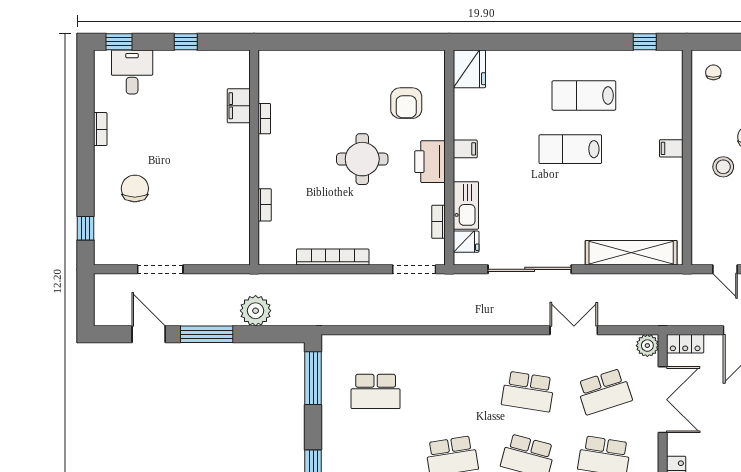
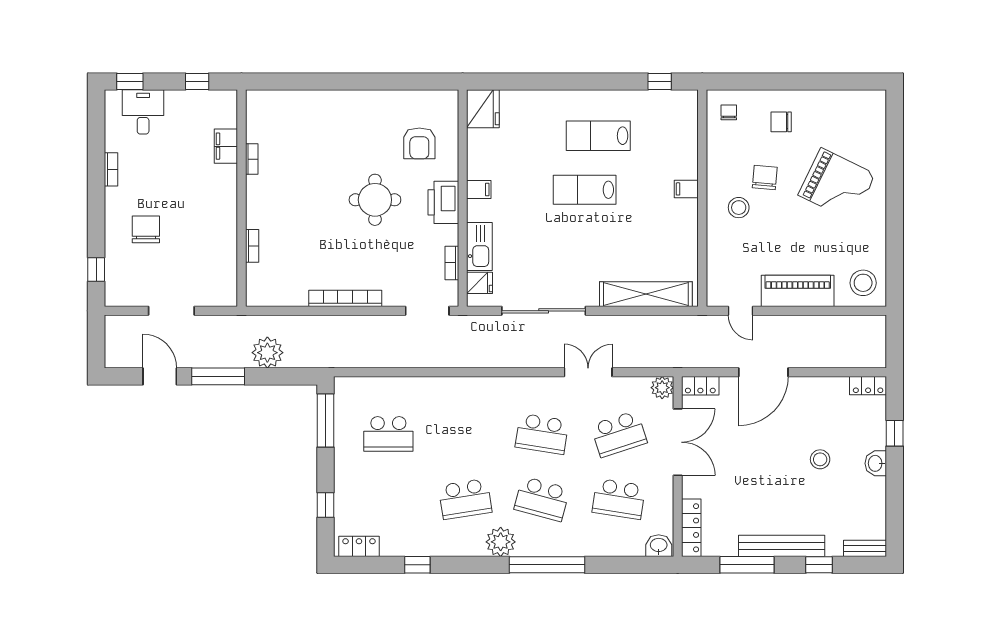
filing cabinet: (239, 106) -> (226, 146), moved
bookcase: (264, 119) -> (252, 159), moved
wall: (254, 158) -> (242, 198), moved
bookcase: (265, 205) -> (252, 246), moved

